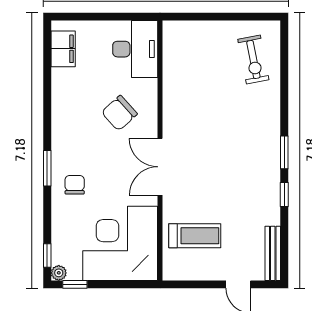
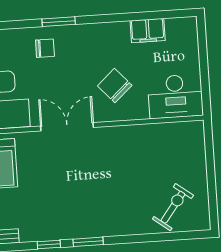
filing cabinet: (63, 49) -> (148, 31), moved
exercise bike: (253, 59) -> (173, 207), turned 138

